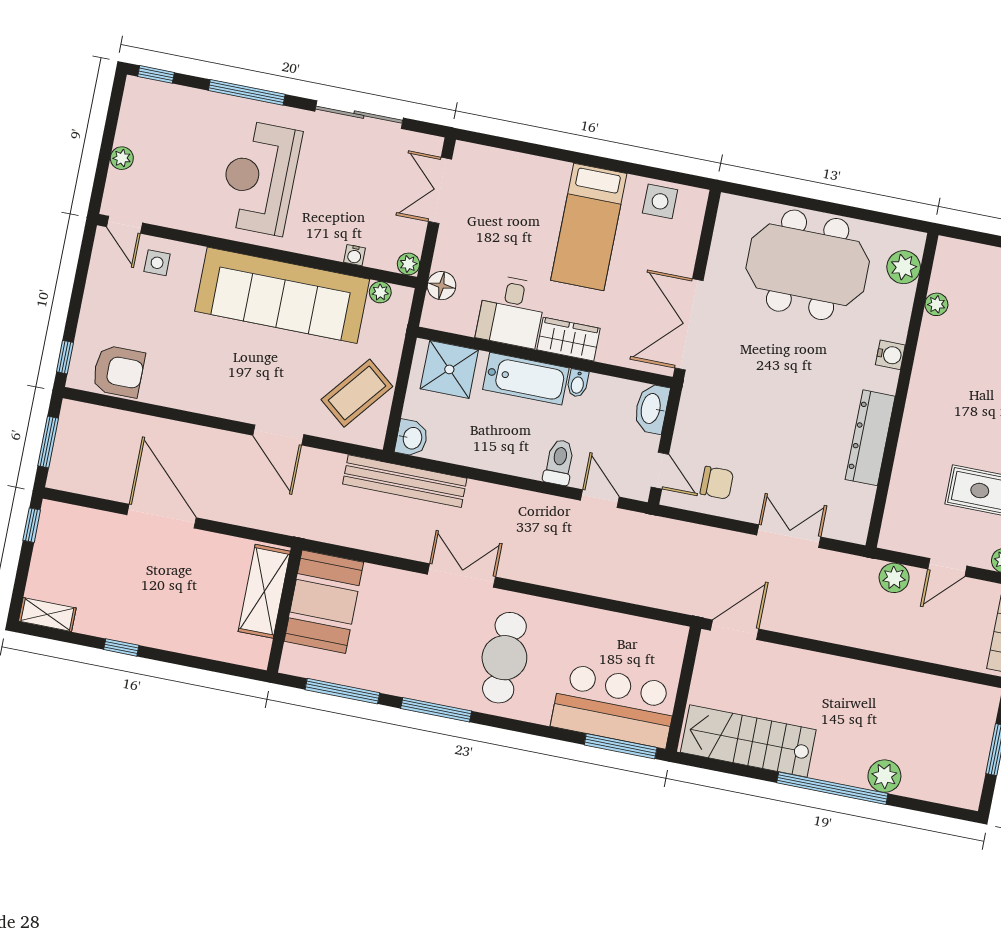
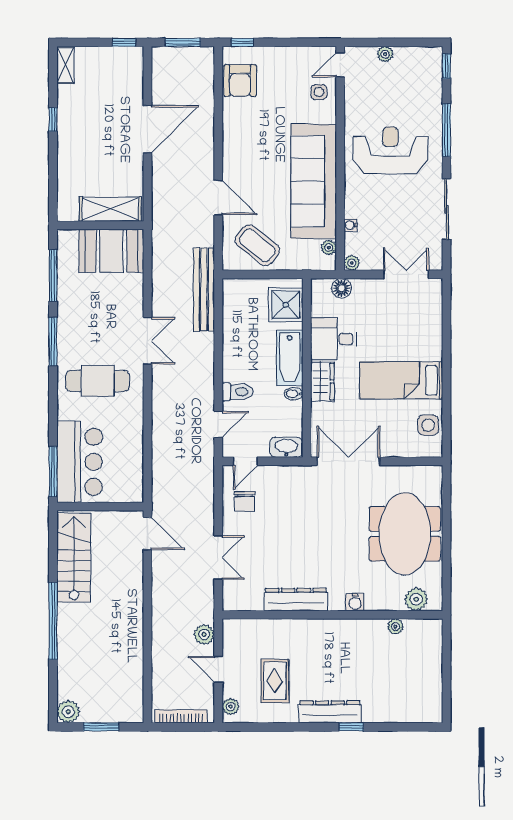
door: (278, 435) -> (218, 198), swing flipped
washbasin: (412, 438) -> (234, 288), removed
plant: (884, 776) -> (68, 712), moved

